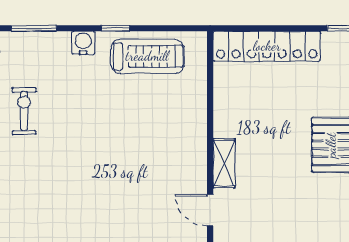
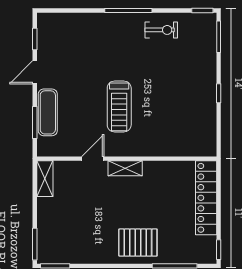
water cooler: (83, 43) -> (209, 71), removed
treadmill: (147, 56) -> (119, 106), moved

